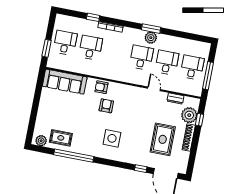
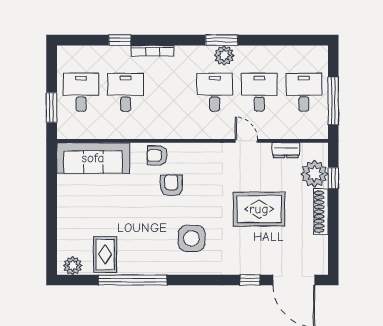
rug: (61, 138) -> (105, 254), turned 90
rug: (163, 139) -> (259, 209), moved, turned 90

